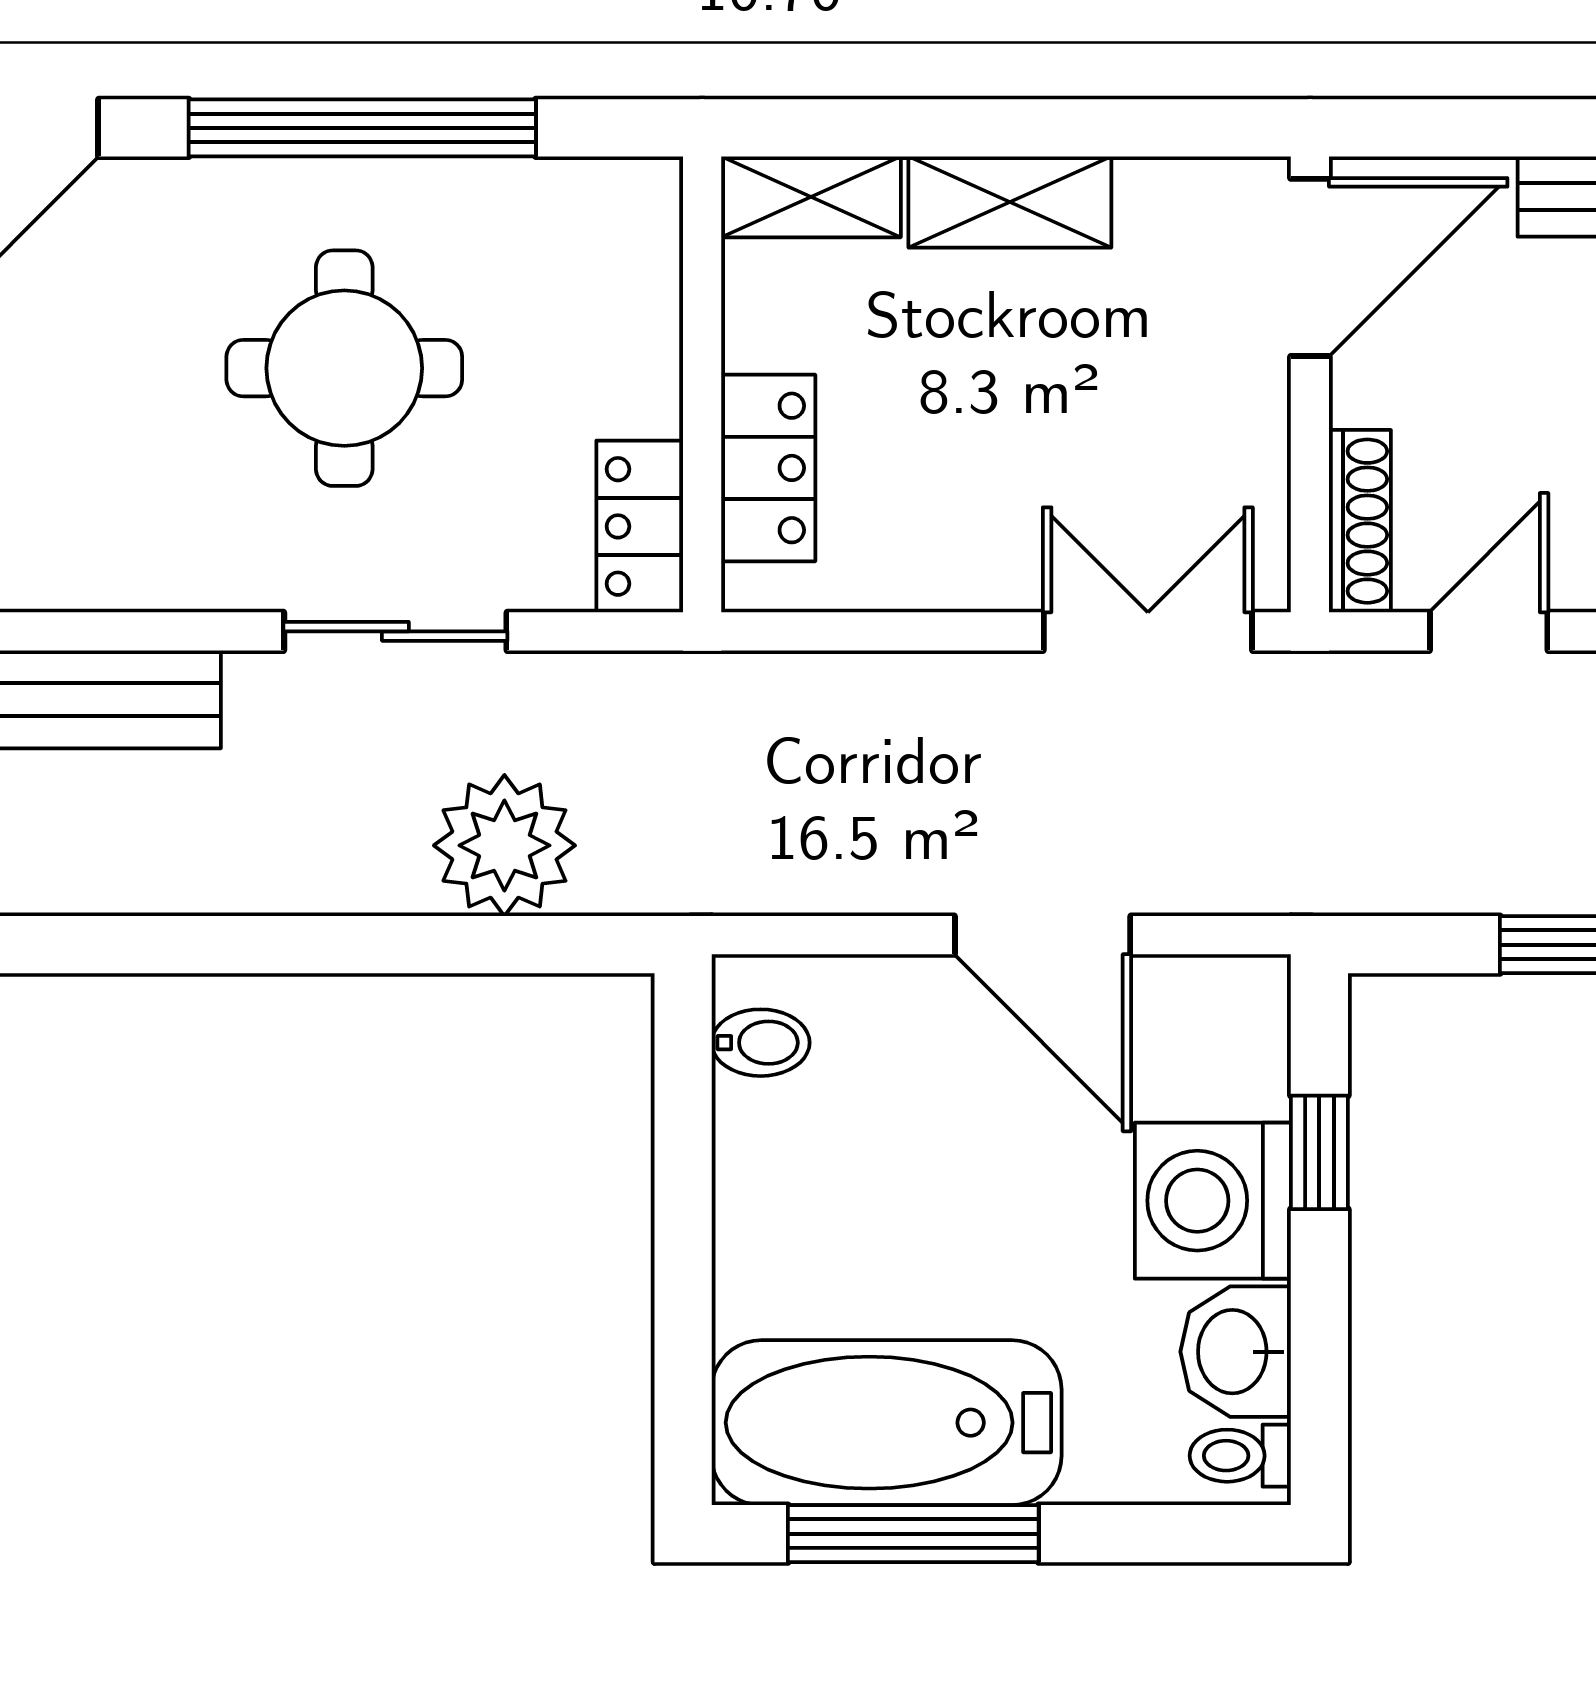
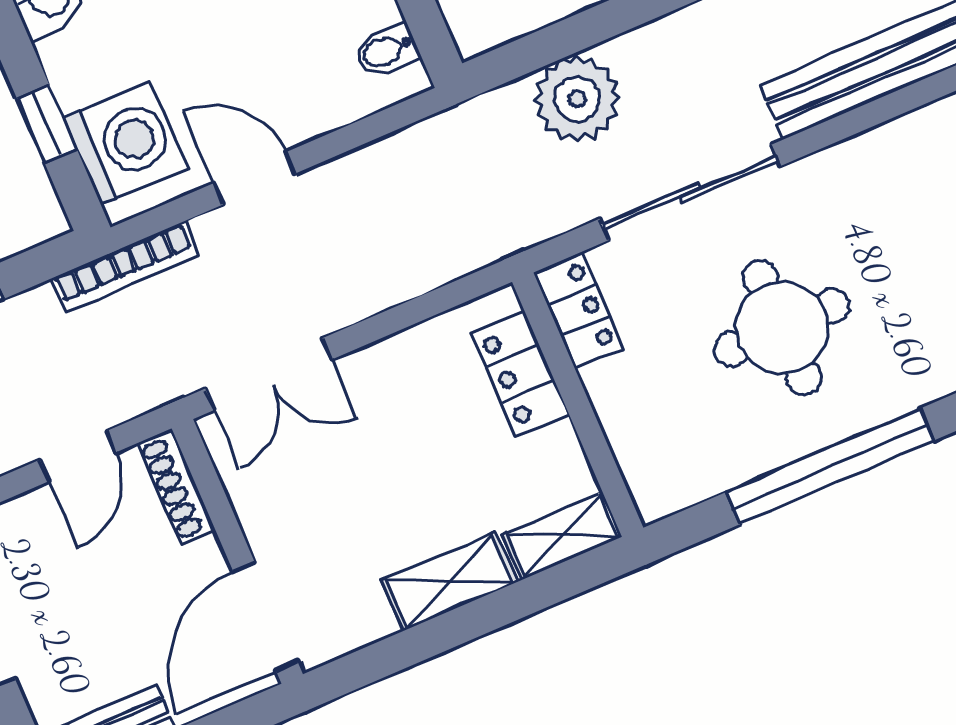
sliding door: (395, 631) -> (690, 193), width x1.37
bookcase: (1295, 886) -> (125, 267), added
door: (1043, 935) -> (254, 178), width x0.73
washing machine: (1213, 1201) -> (126, 143), moved

